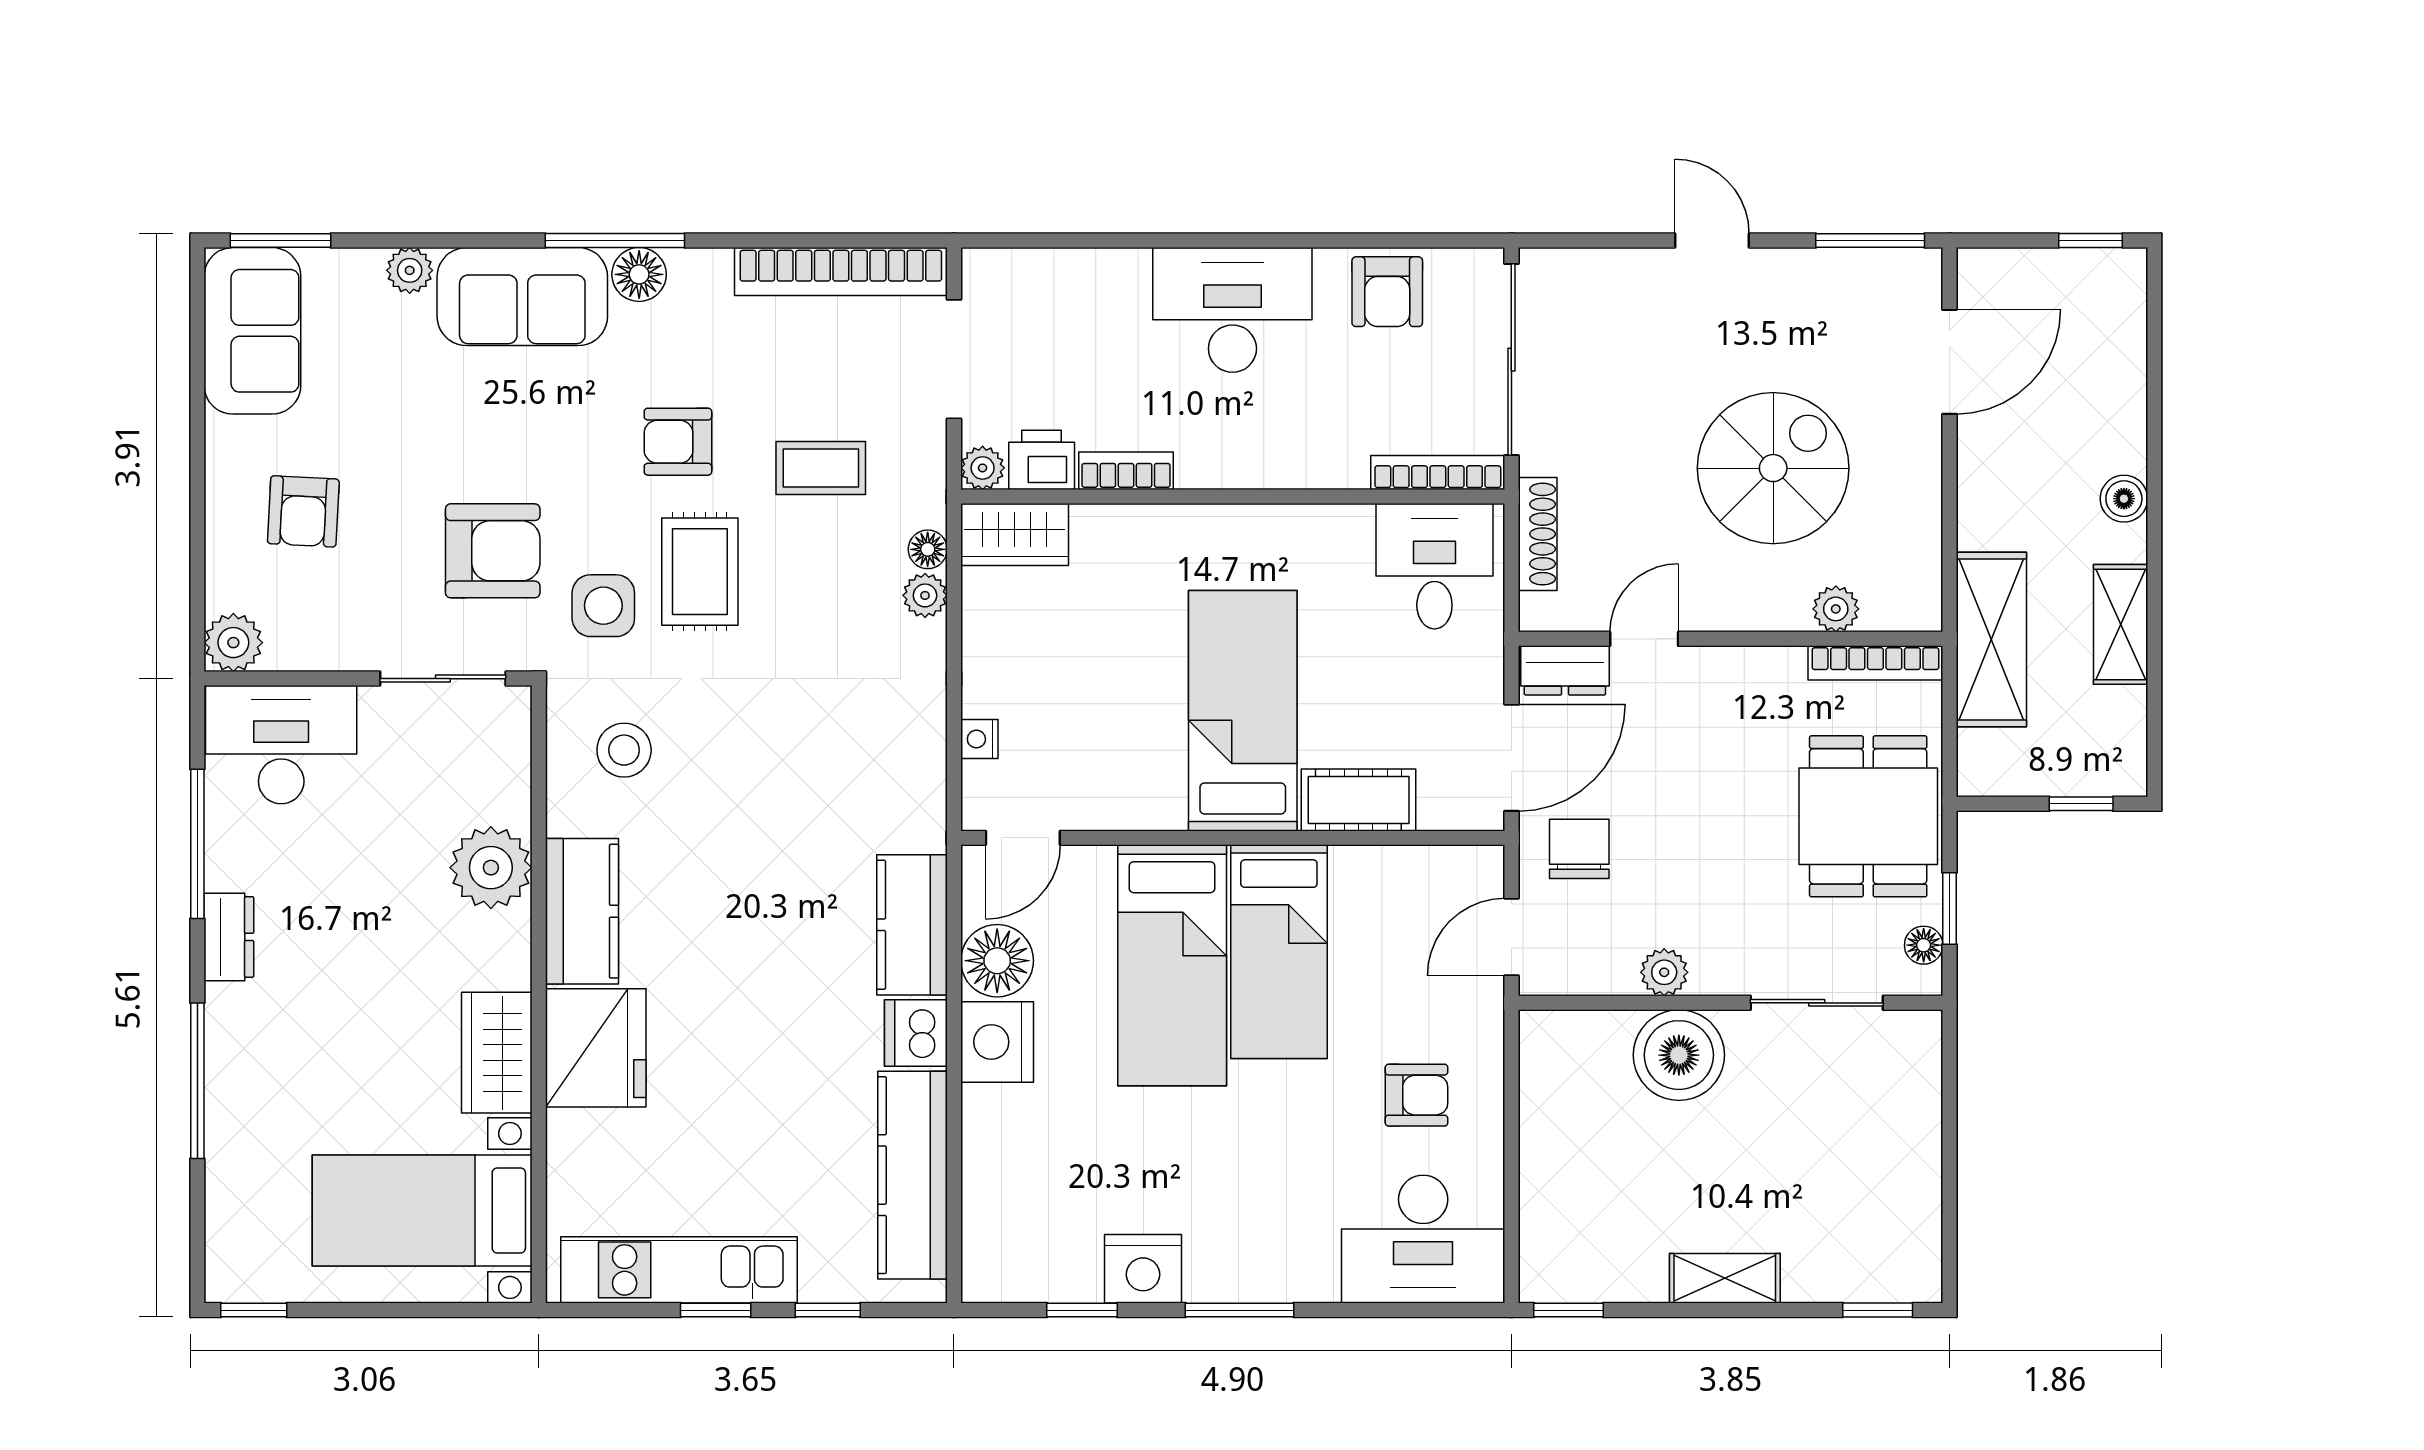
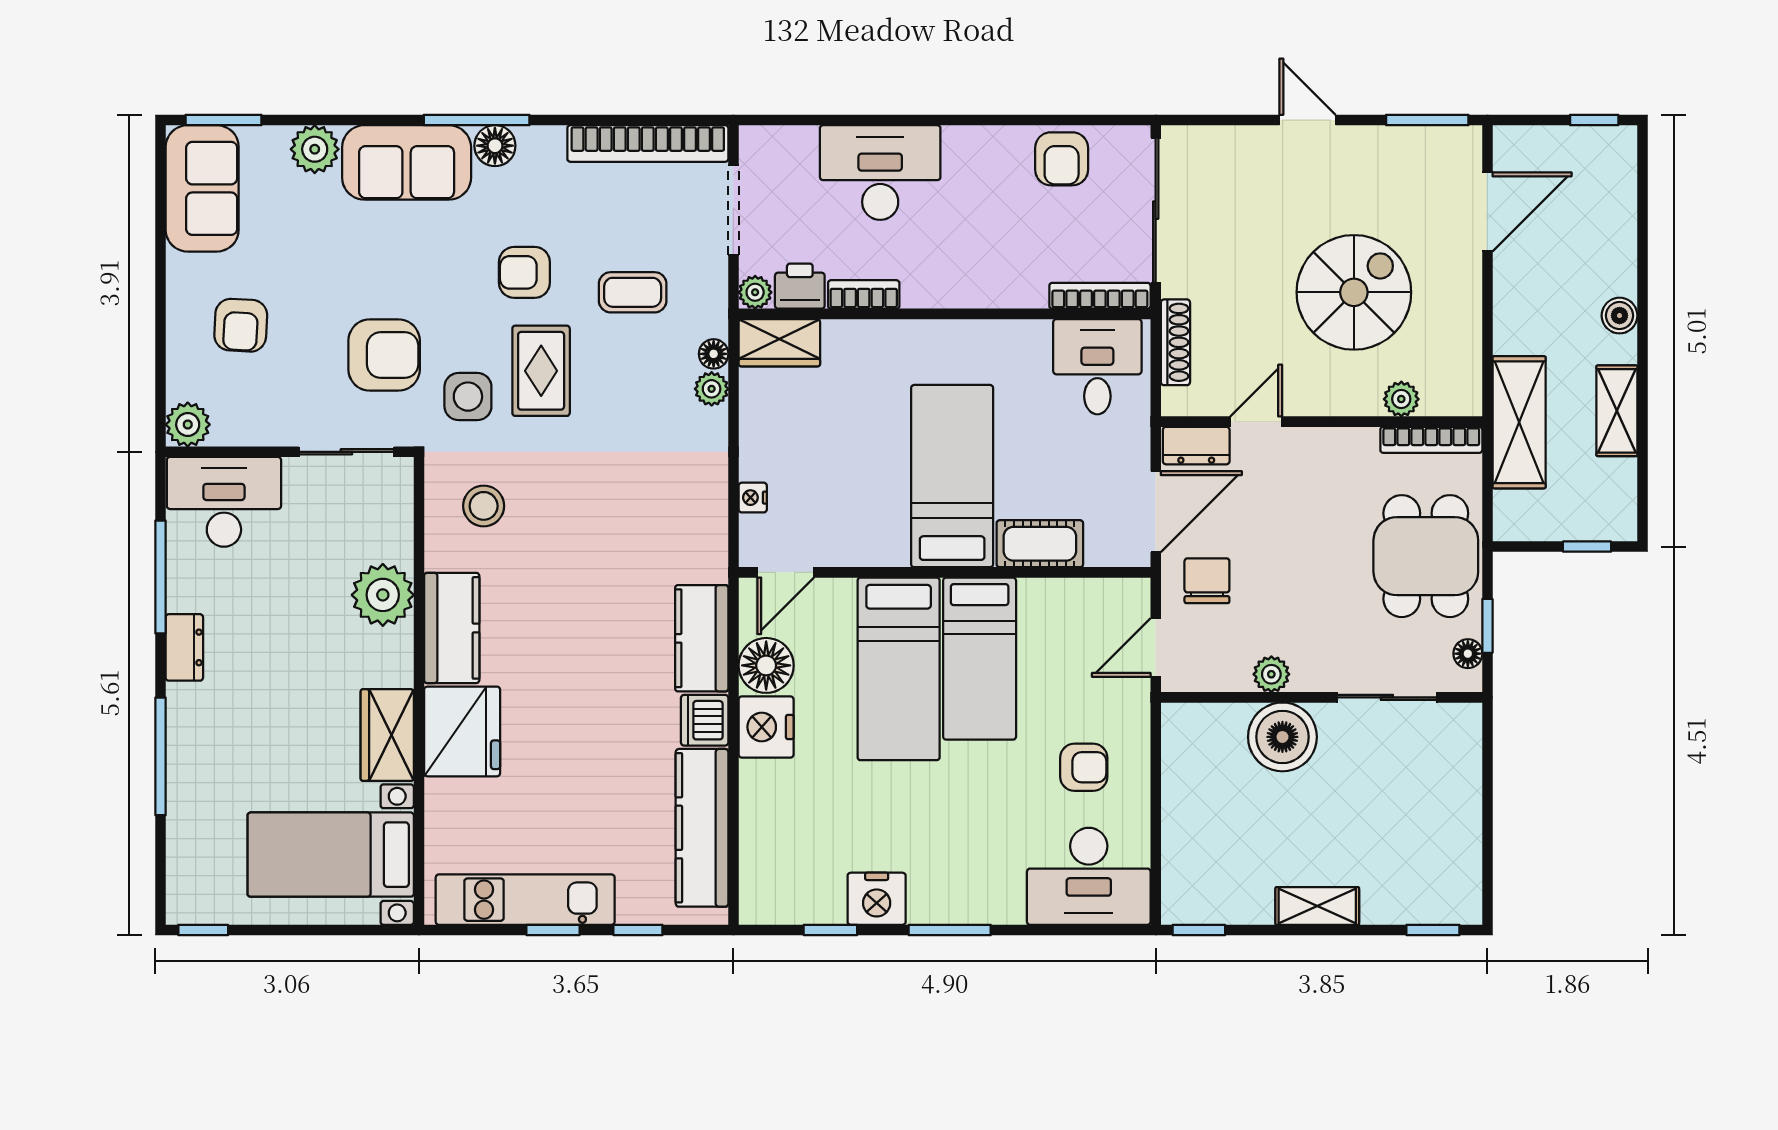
plant: (410, 270) -> (315, 149), width x1.38, depth x1.38
desk: (1232, 310) -> (880, 173), moved

